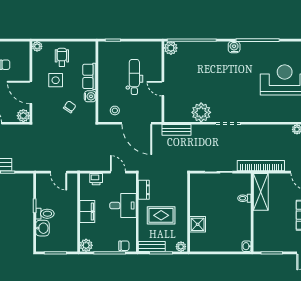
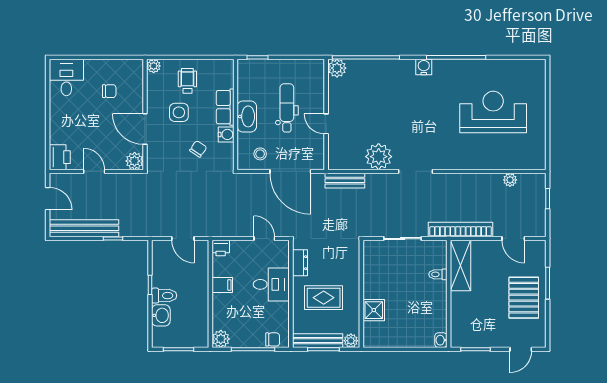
washbasin: (105, 83) -> (247, 116), added
printer: (96, 179) -> (221, 248), moved
filing cabinet: (87, 212) -> (222, 285), width x0.50
bench: (152, 247) -> (318, 341), width x1.36

